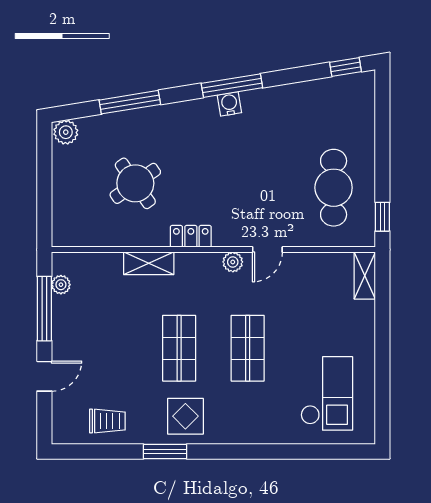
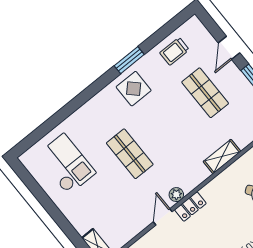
locker: (191, 236) -> (190, 207), moved
shop shelf: (179, 348) -> (205, 93), moved
checkout: (327, 393) -> (66, 164), turned 180

